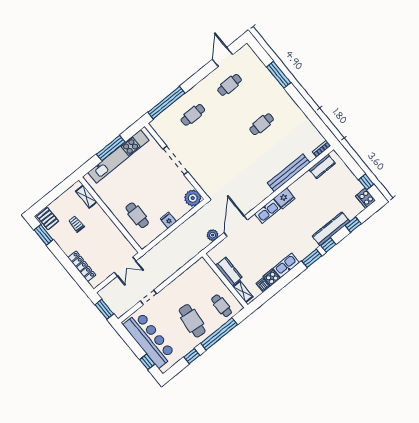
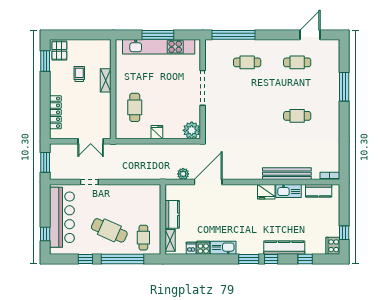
shelving: (86, 197) -> (106, 80), moved
kitchen sink: (268, 211) -> (289, 191), moved
cafe table: (192, 321) -> (109, 230), turned -73

